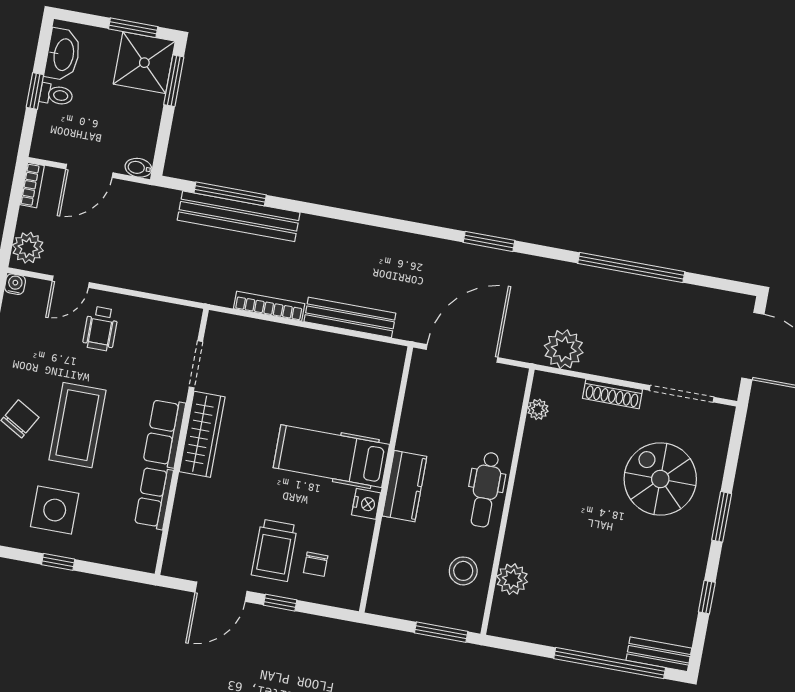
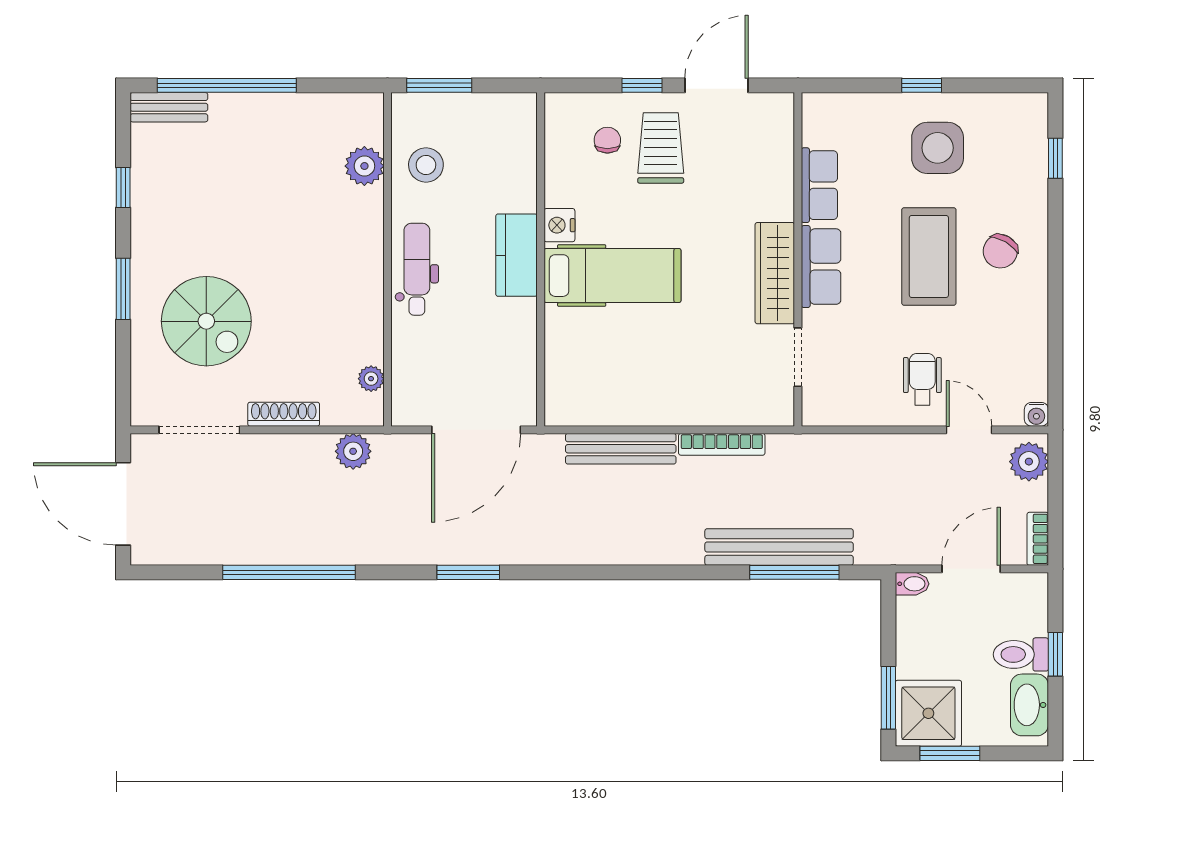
toilet: (56, 95) -> (1021, 654), width x1.37, depth x1.39
door: (71, 282) -> (969, 430), hinge flipped
plant: (564, 349) -> (353, 451), width x0.73, depth x0.73

